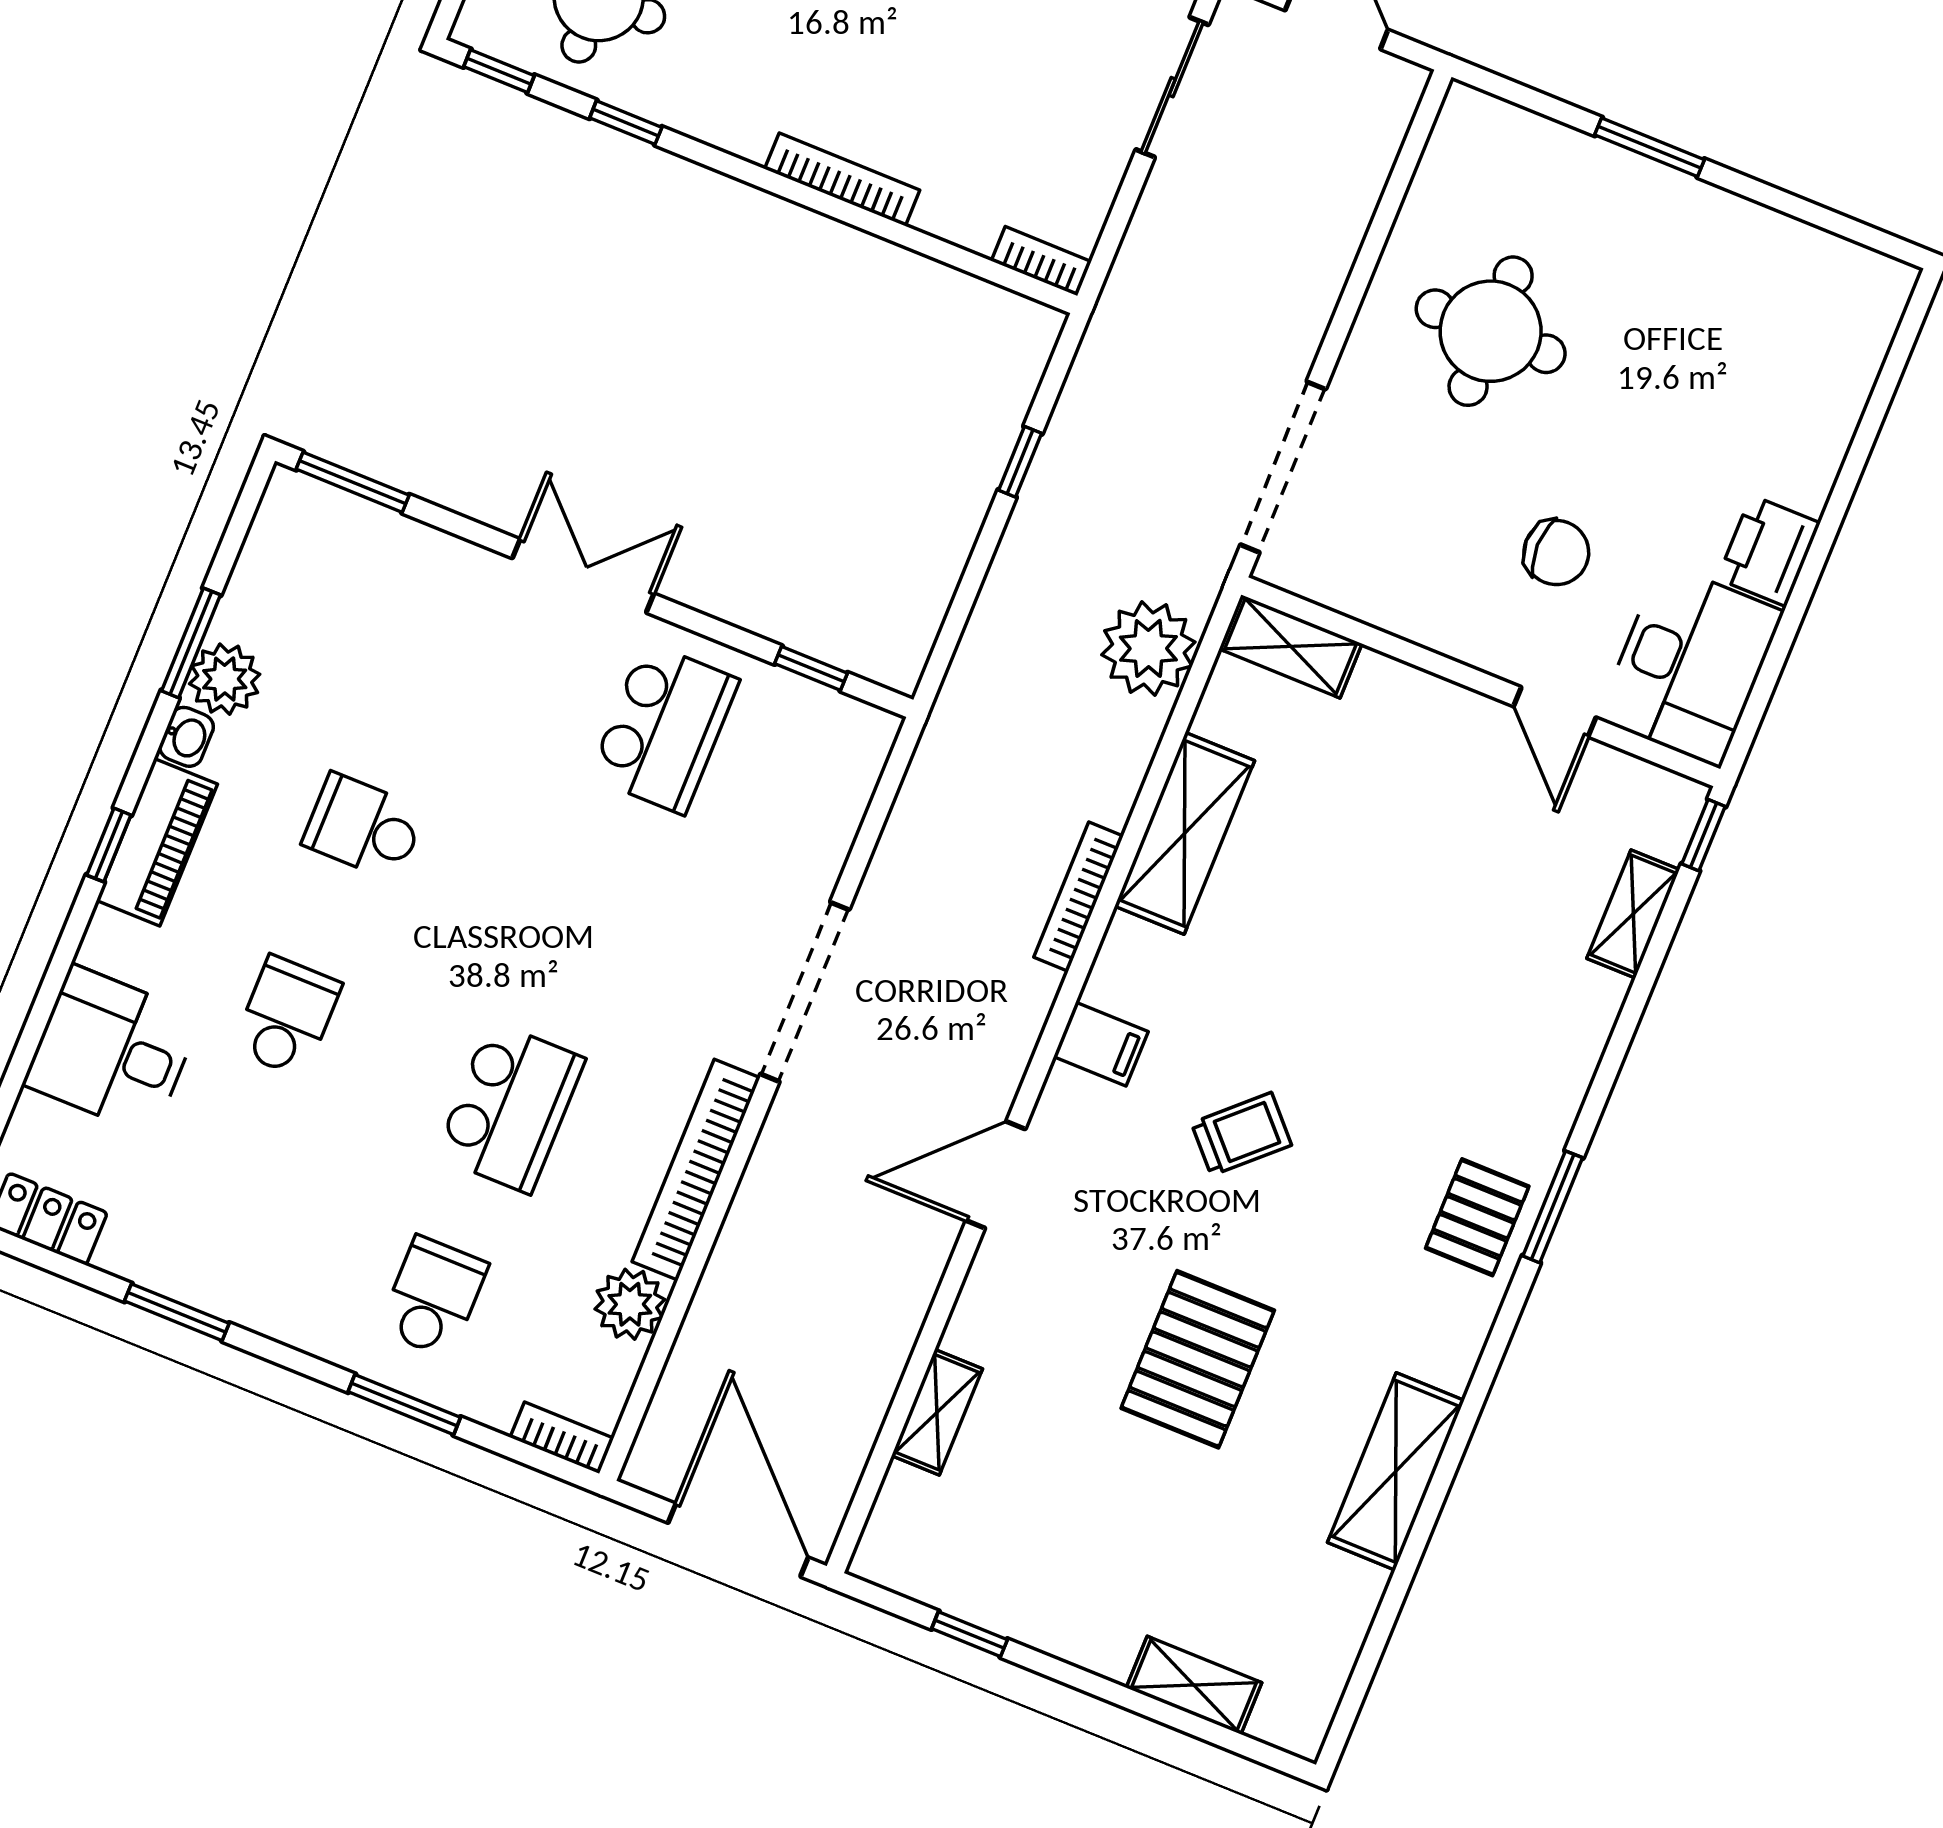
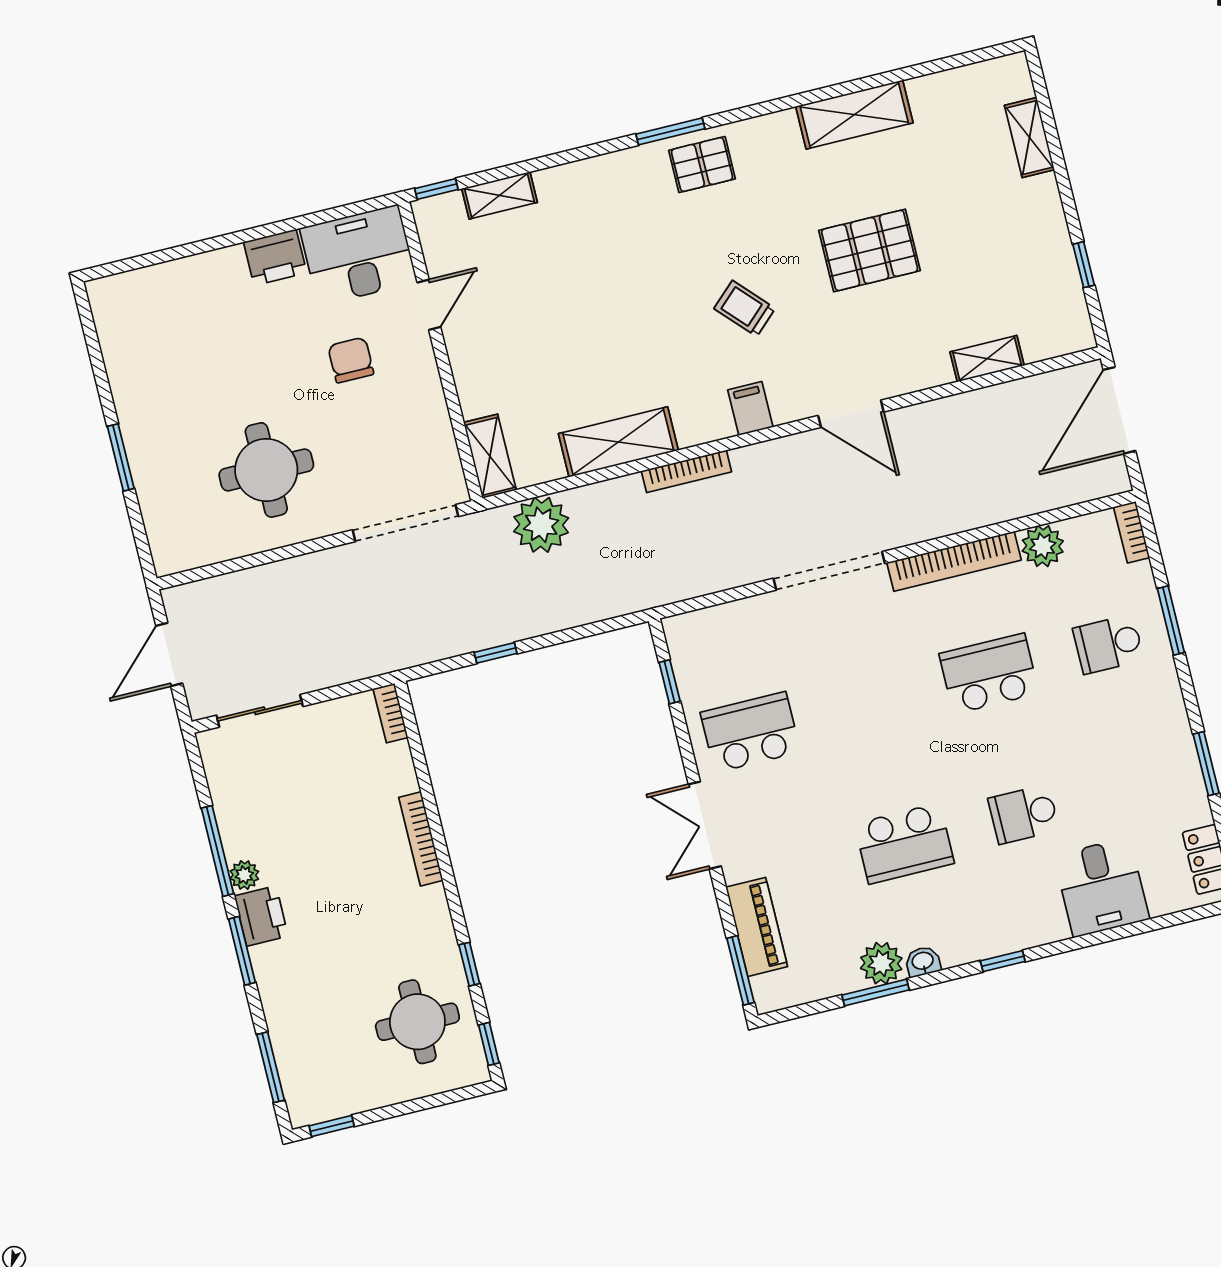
school desk: (364, 827) -> (904, 844), width x1.85
piano: (157, 842) -> (757, 927), moved, turned 90

